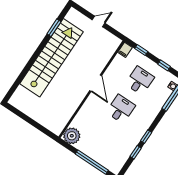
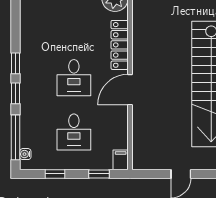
door: (96, 83) -> (130, 90), hinge flipped
locker: (86, 110) -> (120, 45), added
window: (136, 152) -> (16, 93), moved

